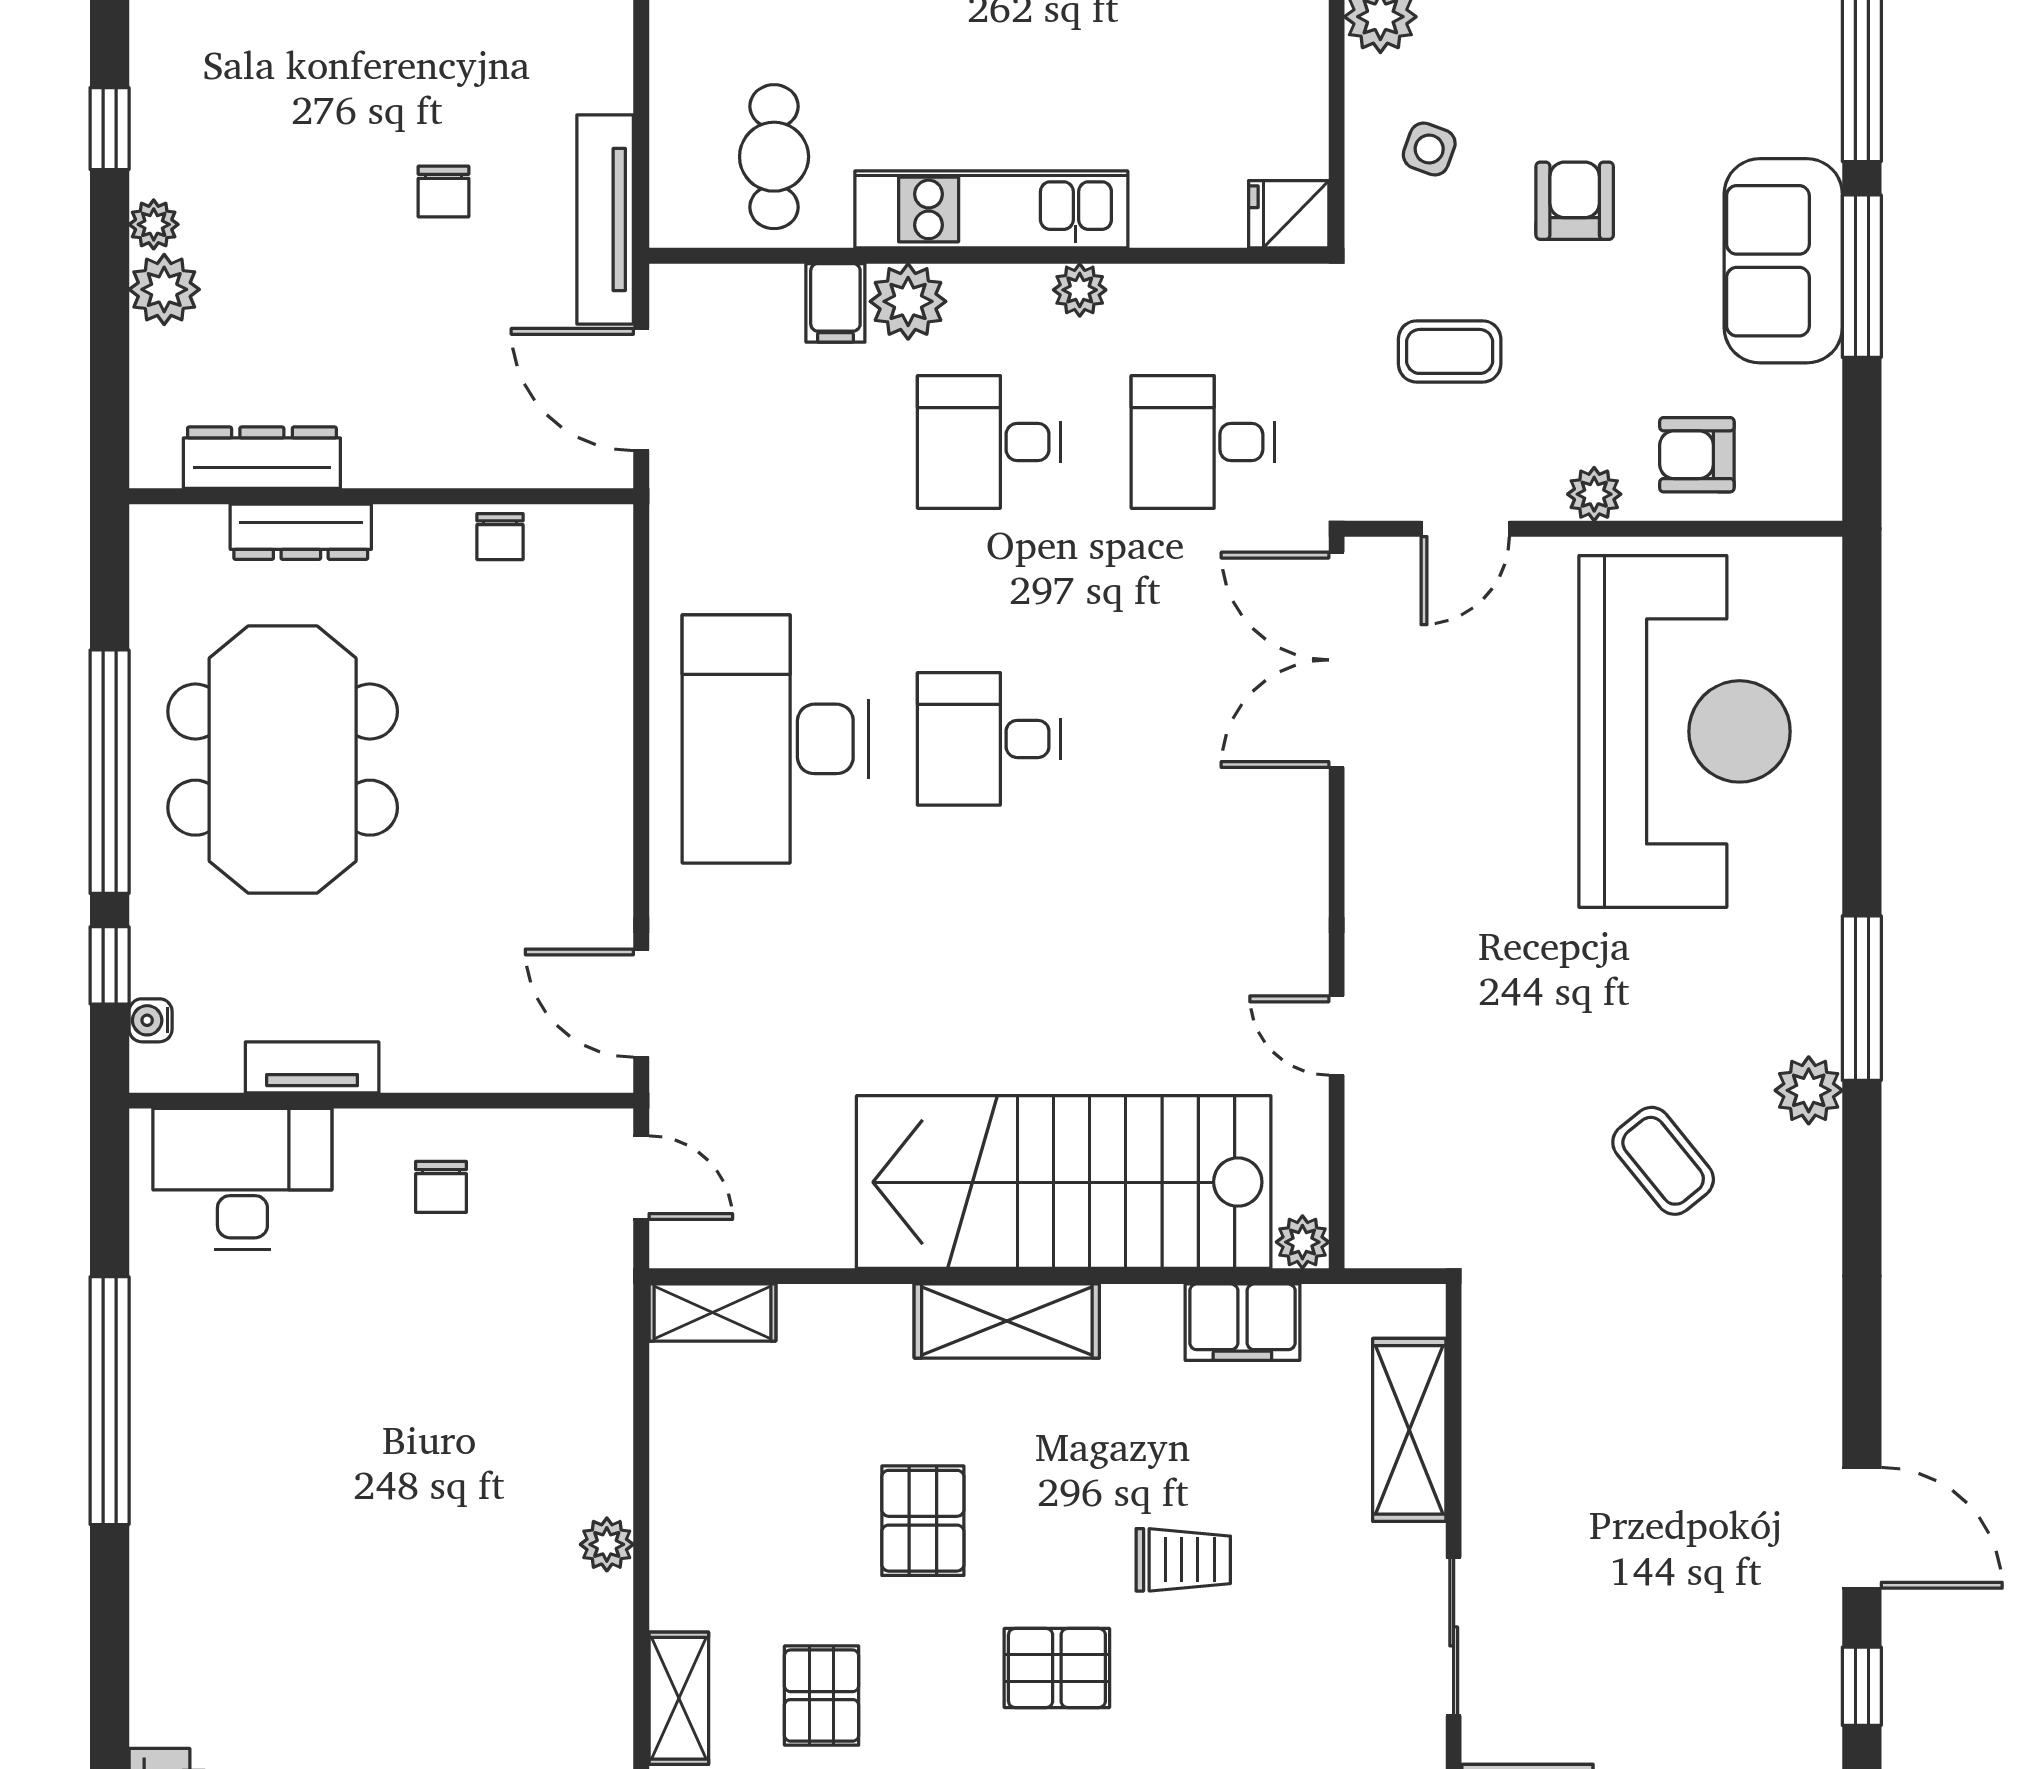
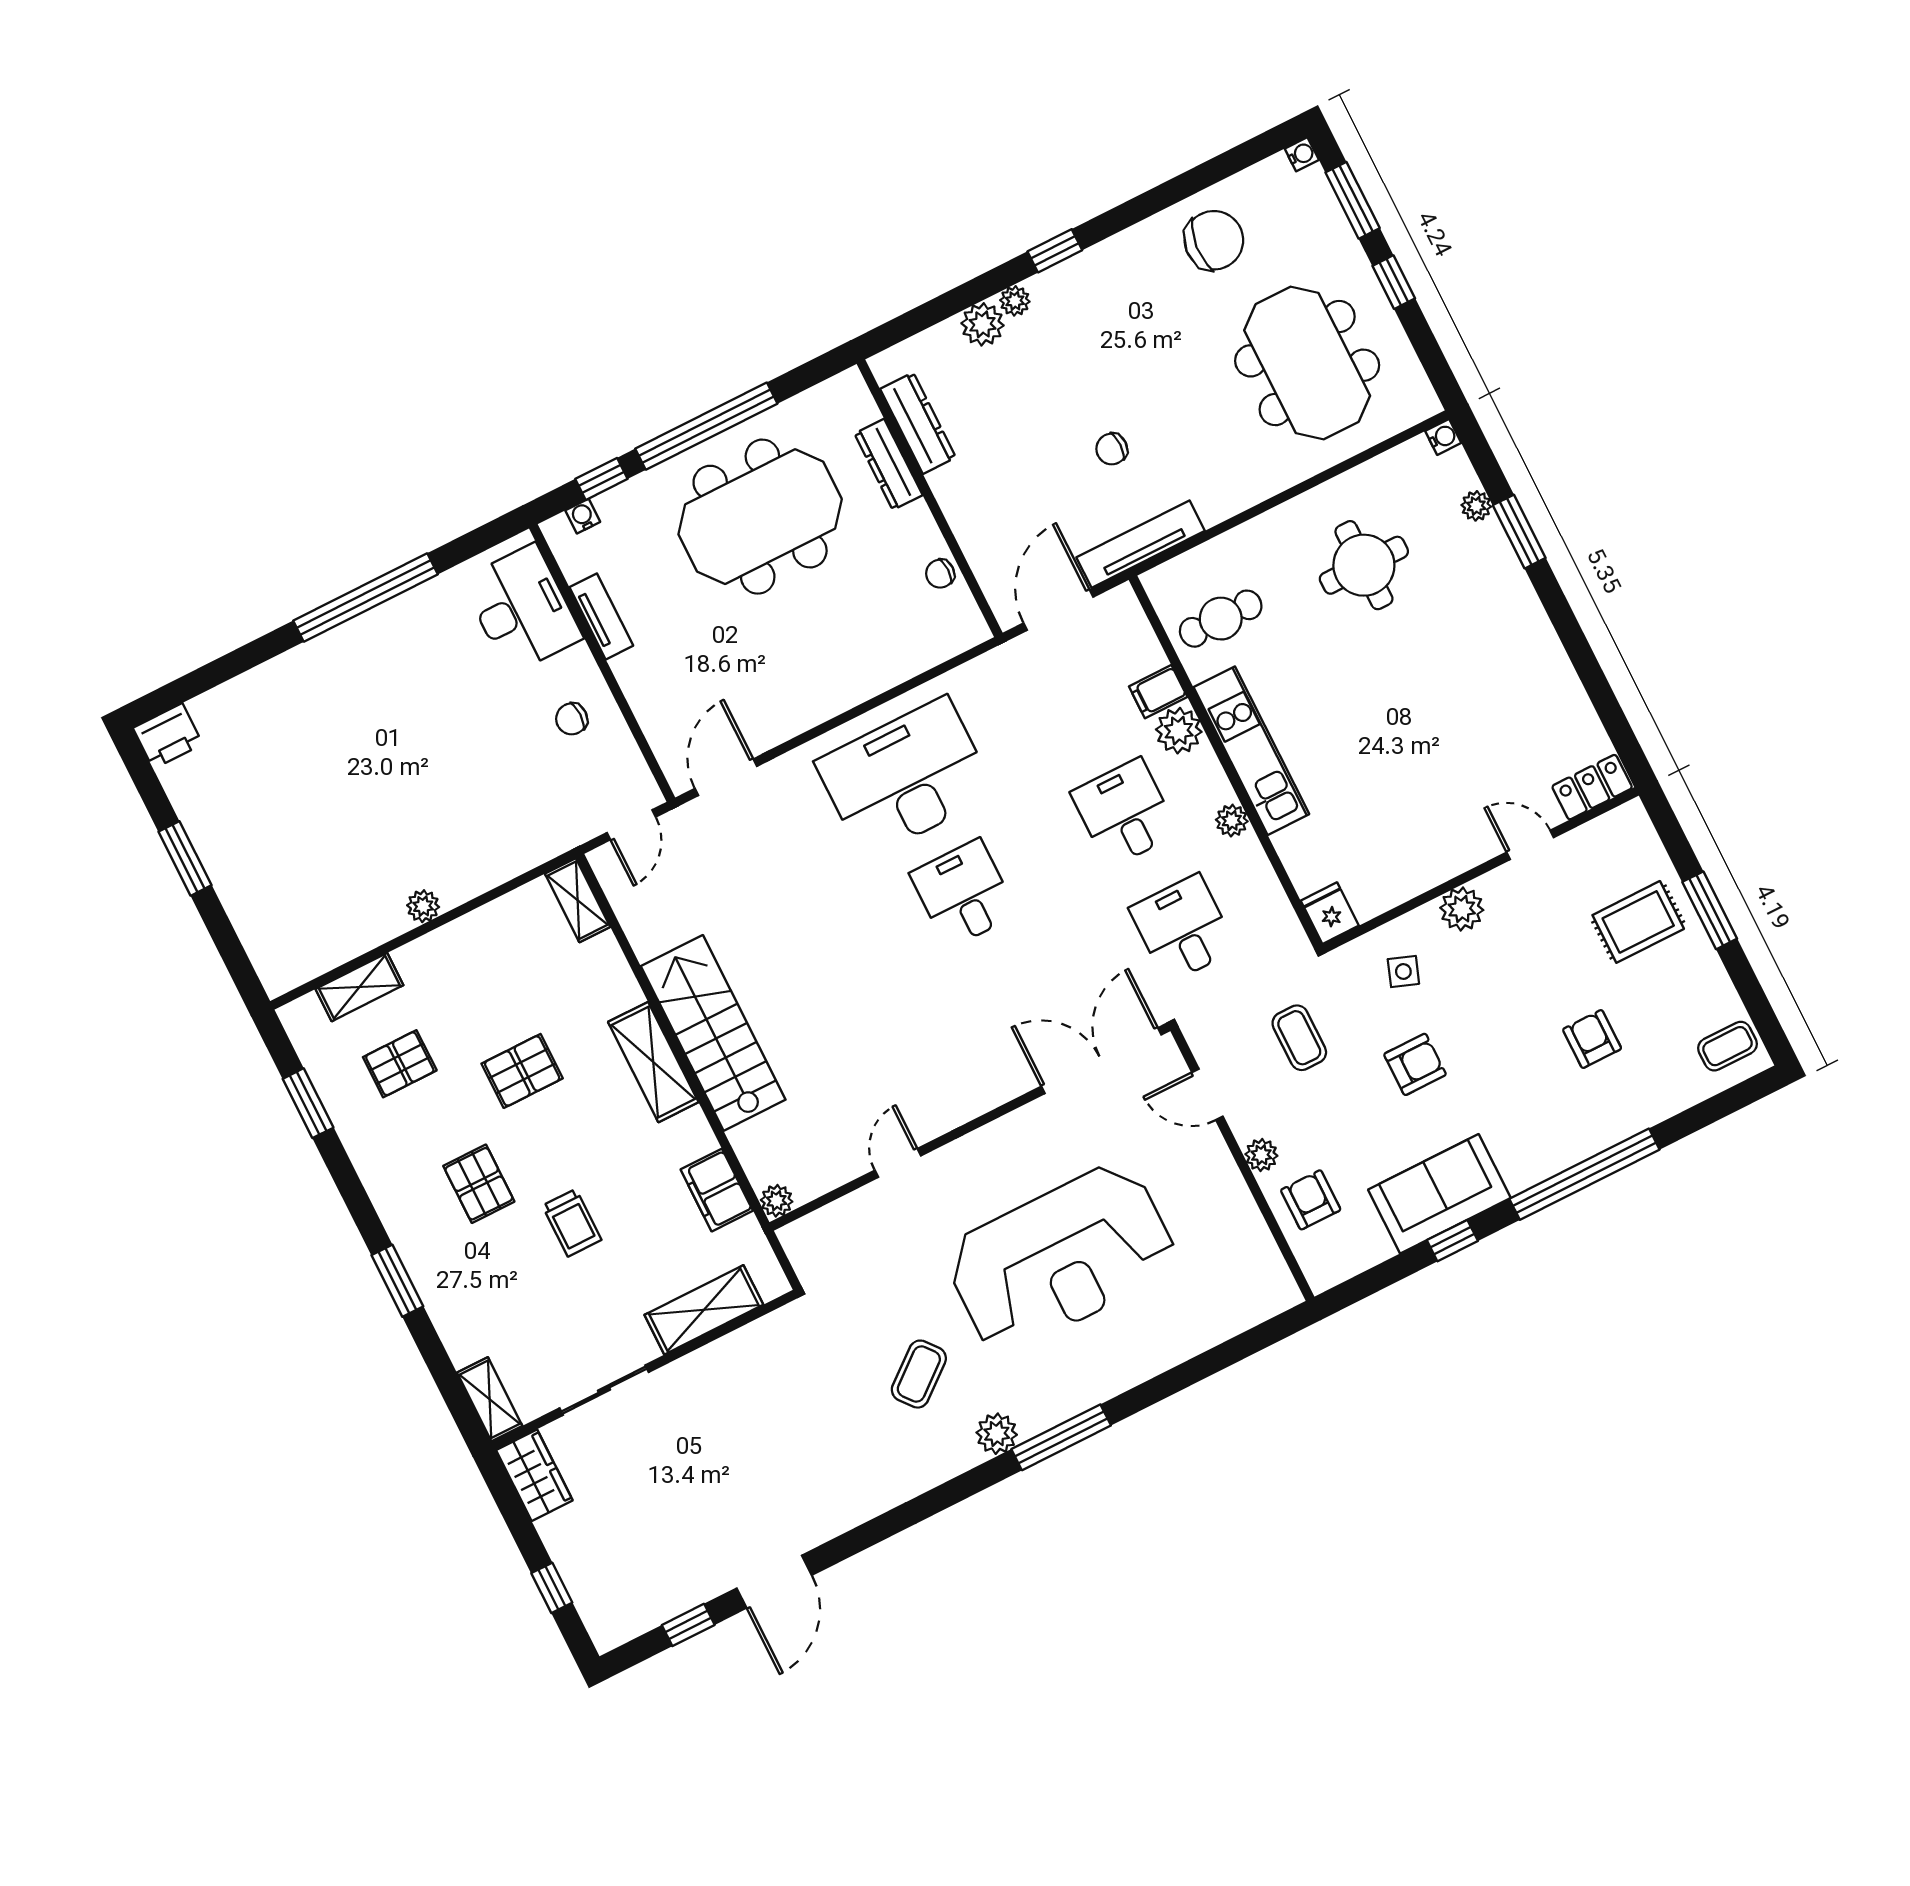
window: (1862, 276) -> (1452, 1241), width x0.46
reception desk: (1685, 731) -> (1061, 1258), moved
stairs: (1064, 1182) -> (713, 1033), width x0.73, depth x0.66

